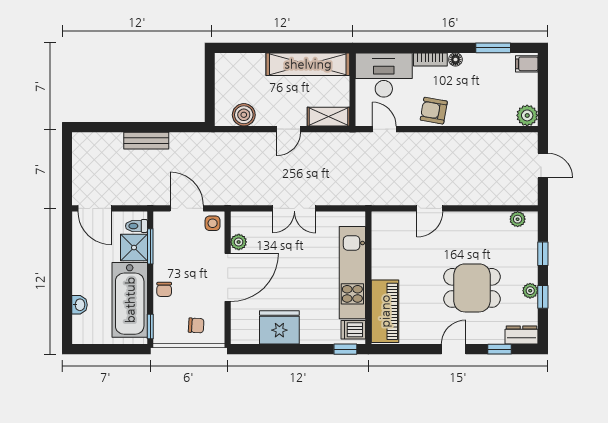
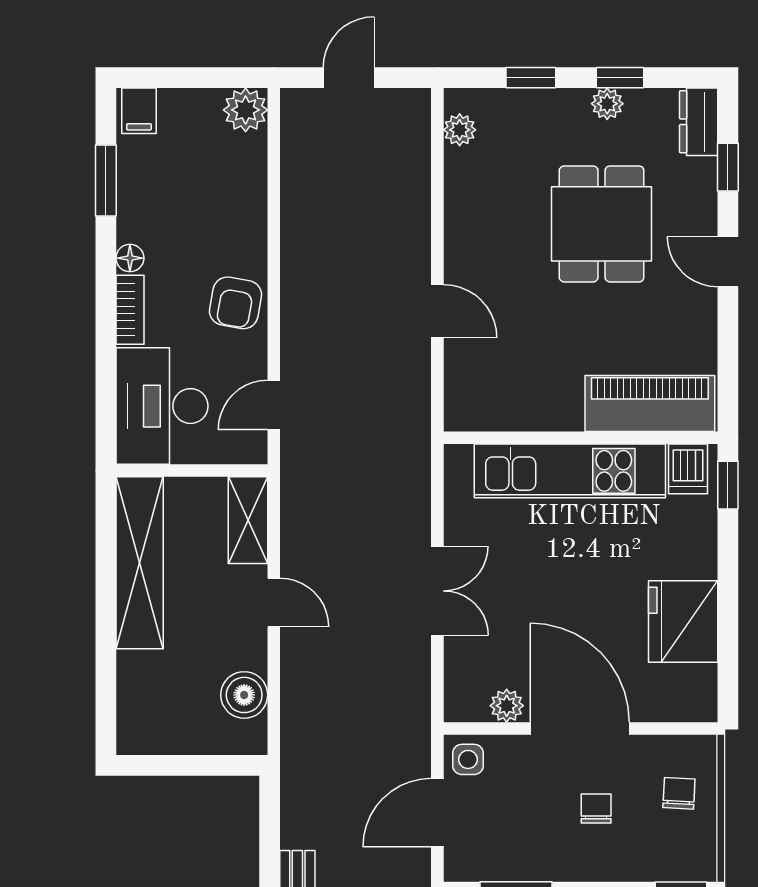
chair: (164, 289) -> (596, 809), moved, turned -90

